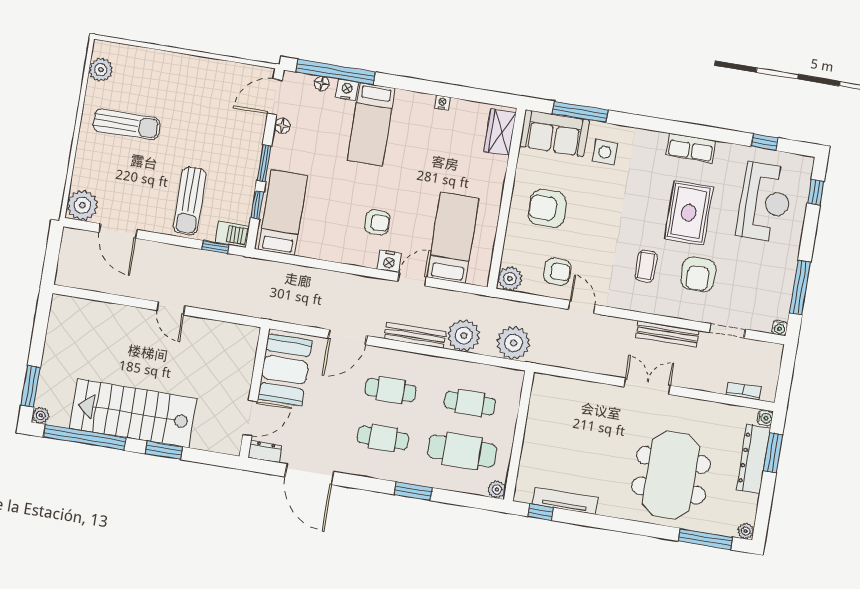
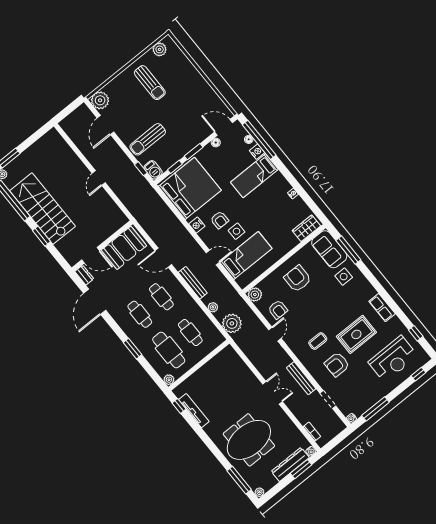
bed: (283, 213) -> (190, 188), width x2.04
side table: (412, 217) -> (237, 231), added
nightstand: (389, 261) -> (197, 225), moved
plant: (464, 335) -> (213, 307), width x0.53, depth x0.53

